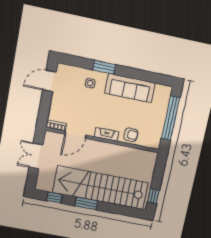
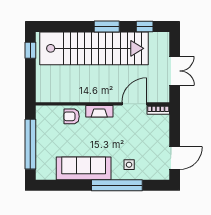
window: (104, 67) -> (117, 185), width x2.11

